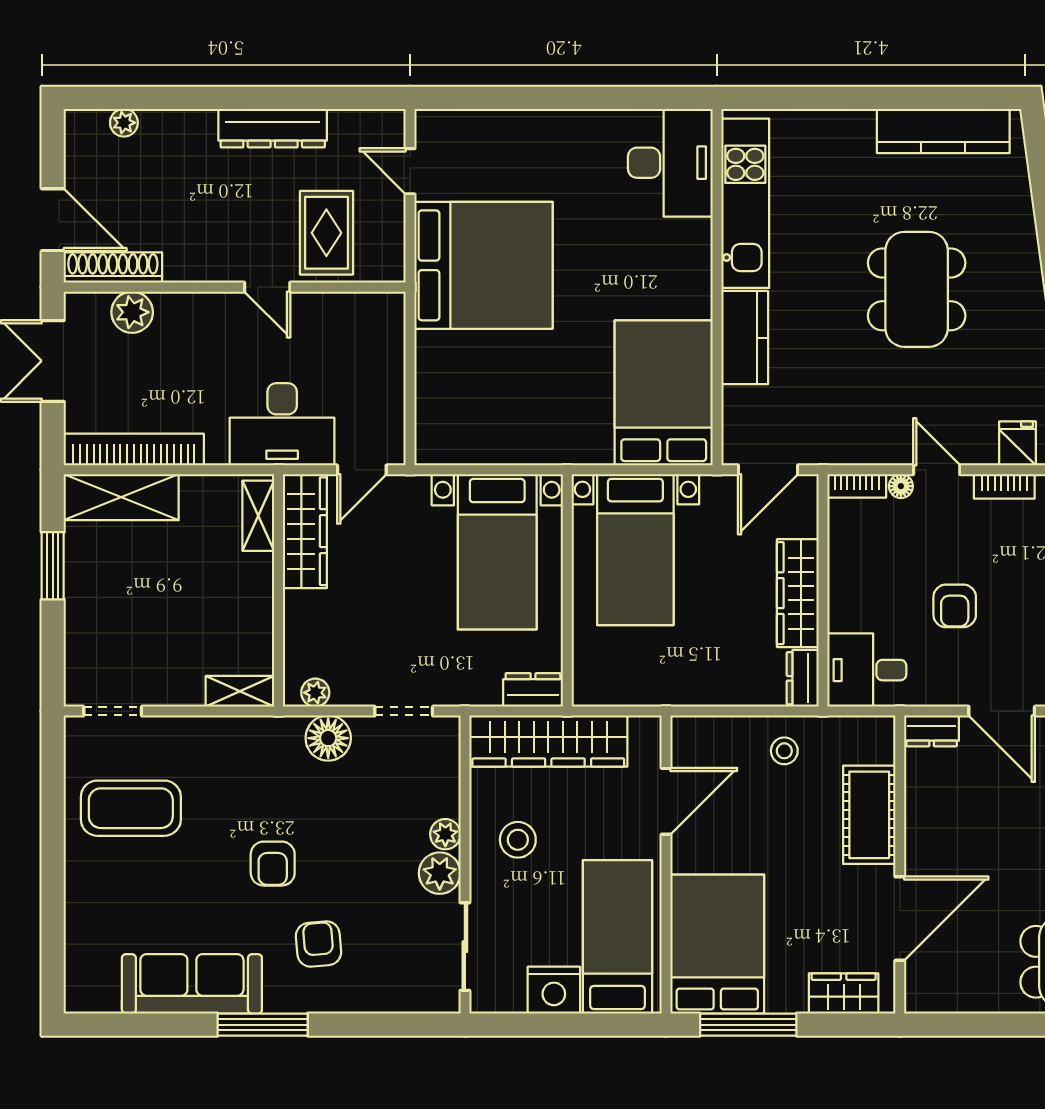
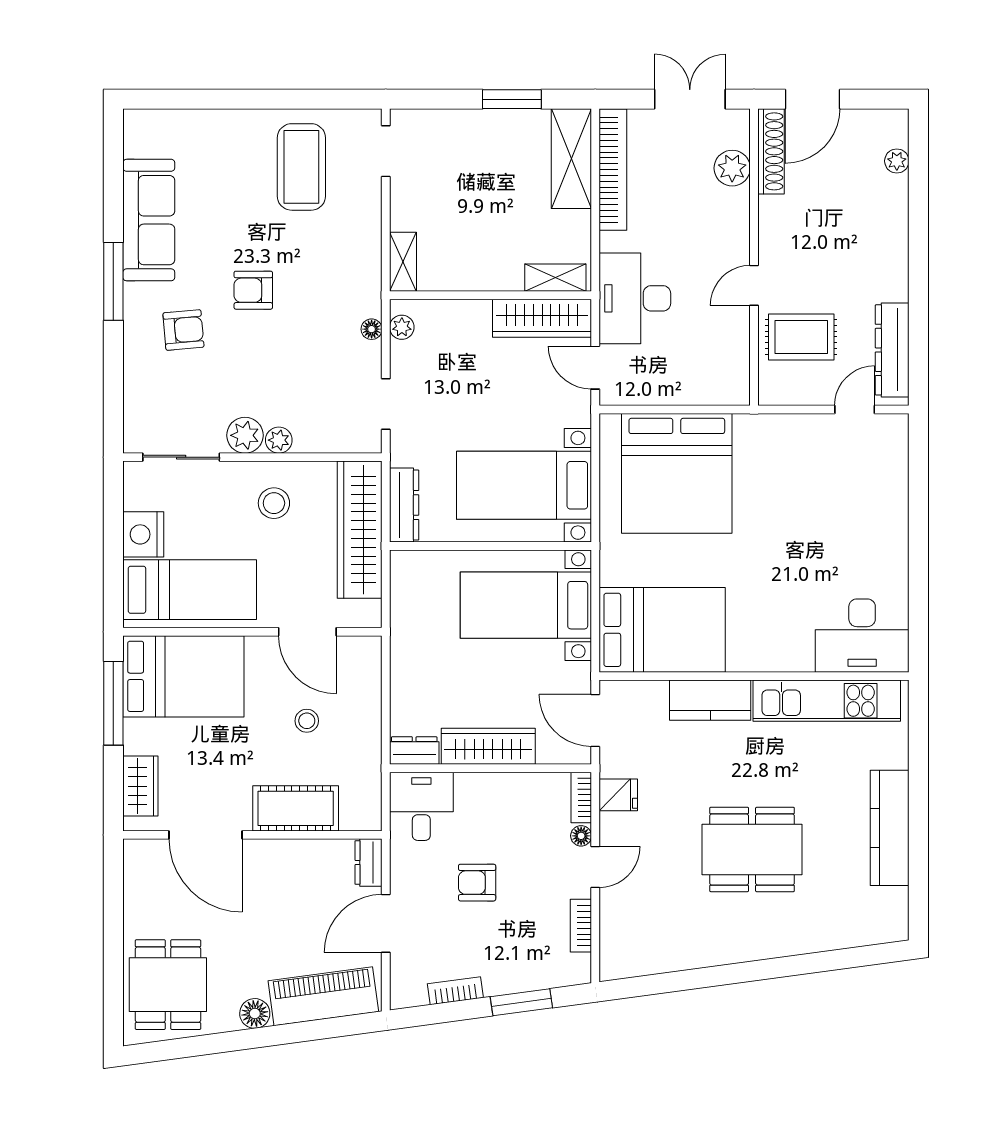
dresser: (273, 128) -> (892, 350), moved
kitchen counter: (943, 131) -> (890, 828), moved
bed: (483, 265) -> (677, 473), moved
fridge: (1017, 443) -> (618, 795), moved
dresser: (533, 690) -> (404, 505), width x1.44
floor lamp: (328, 738) -> (372, 329), width x0.53, depth x0.53
stool: (784, 751) -> (307, 721), moved

